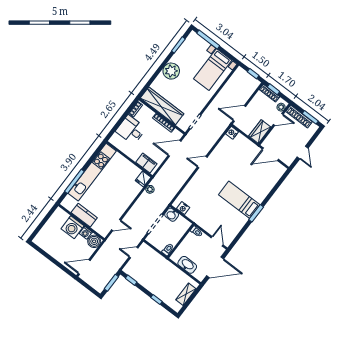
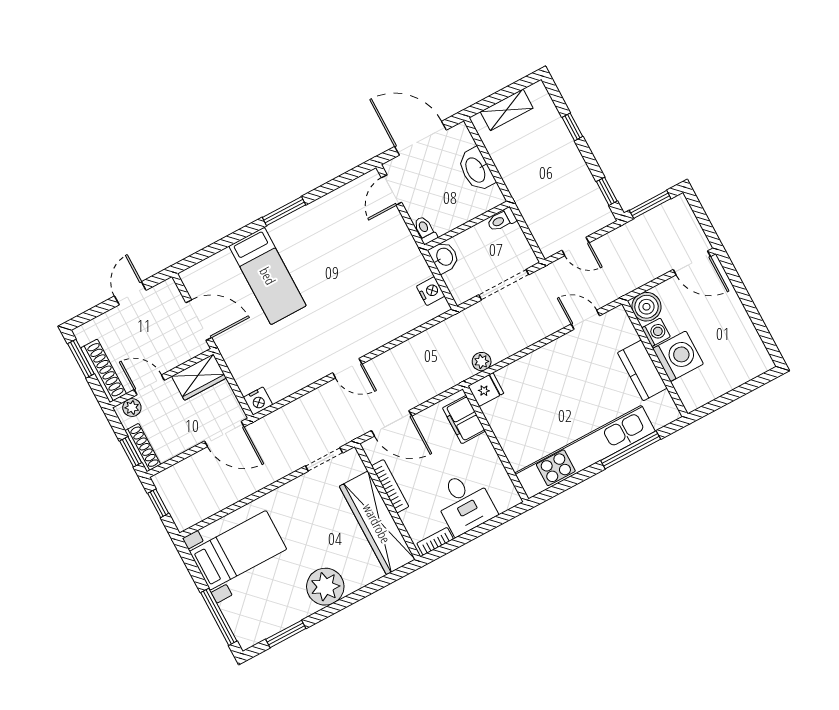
bed: (239, 200) -> (268, 276), moved
washbasin: (172, 215) -> (444, 257), moved

